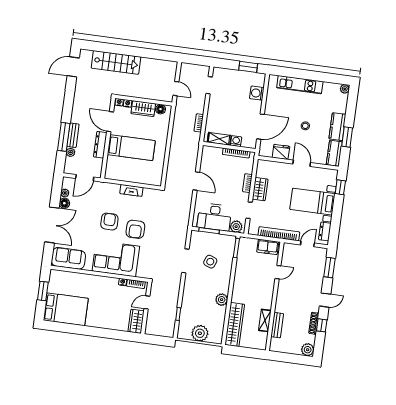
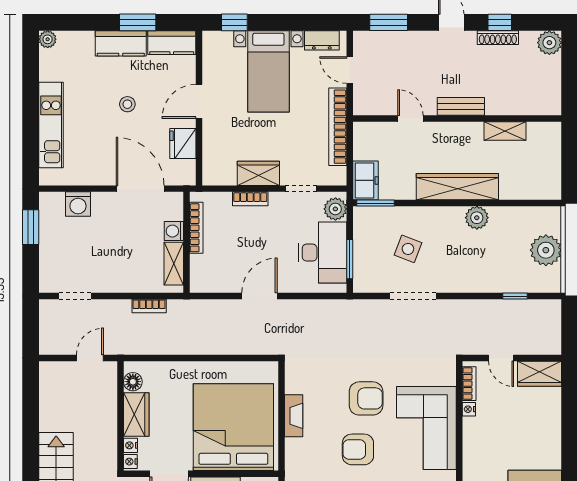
bed: (131, 148) -> (233, 427), width x2.04
freezer: (268, 247) -> (366, 180), moved
wardrobe: (235, 325) -> (457, 187), moved
bench: (277, 325) -> (461, 106), moved

